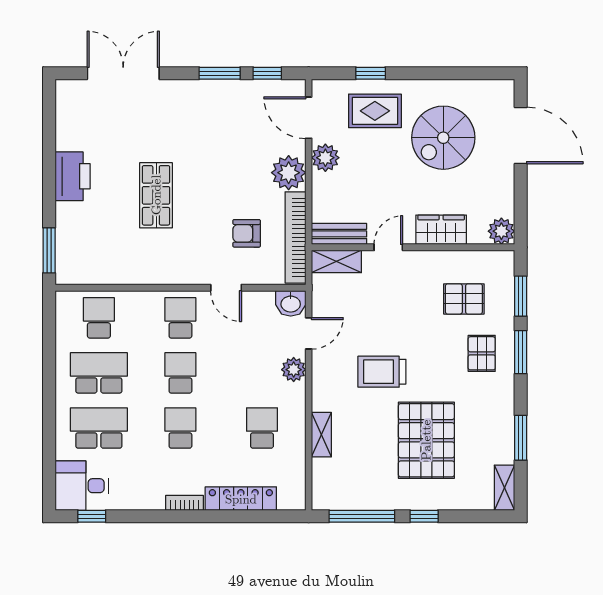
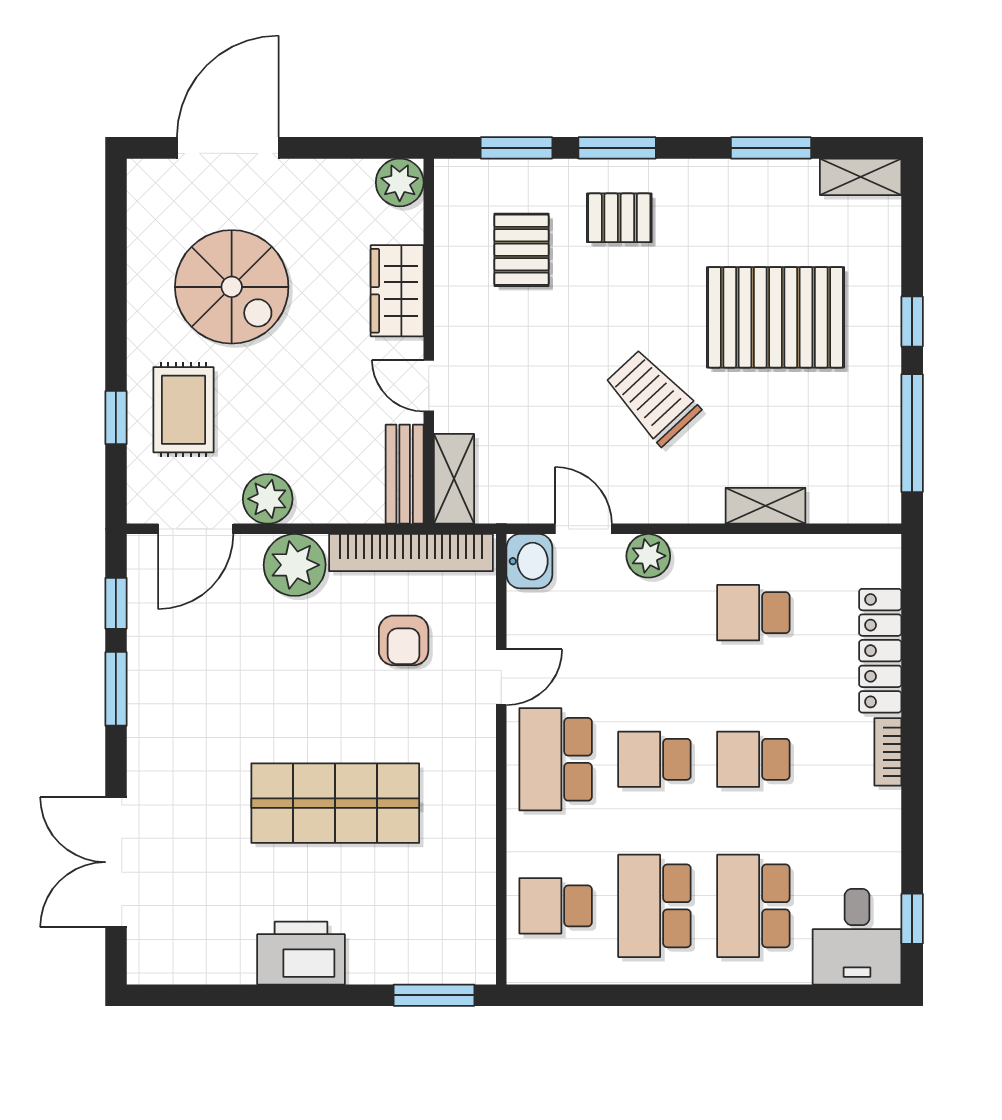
shop shelf: (156, 195) -> (335, 803), width x1.43, depth x1.36
school desk: (180, 318) -> (556, 759), width x1.85
trolley: (382, 372) -> (652, 397), turned 137

